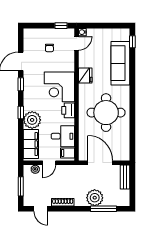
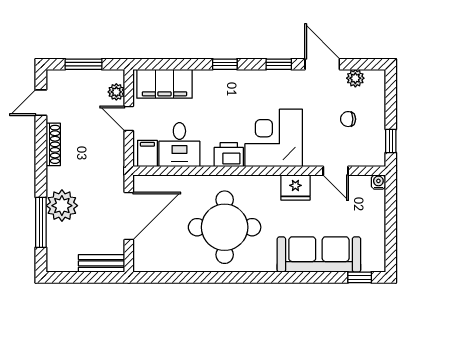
door: (77, 43) -> (336, 171), moved
plant: (32, 120) -> (355, 78), moved, width x0.53, depth x0.53

